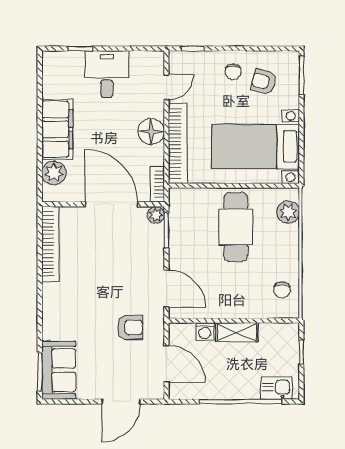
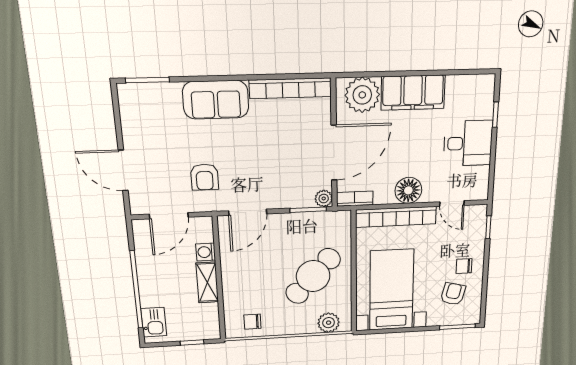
plant: (54, 173) -> (362, 95), width x1.36, depth x1.36
cafe table: (236, 227) -> (313, 276), turned -47
sofa: (59, 370) -> (216, 100), moved

